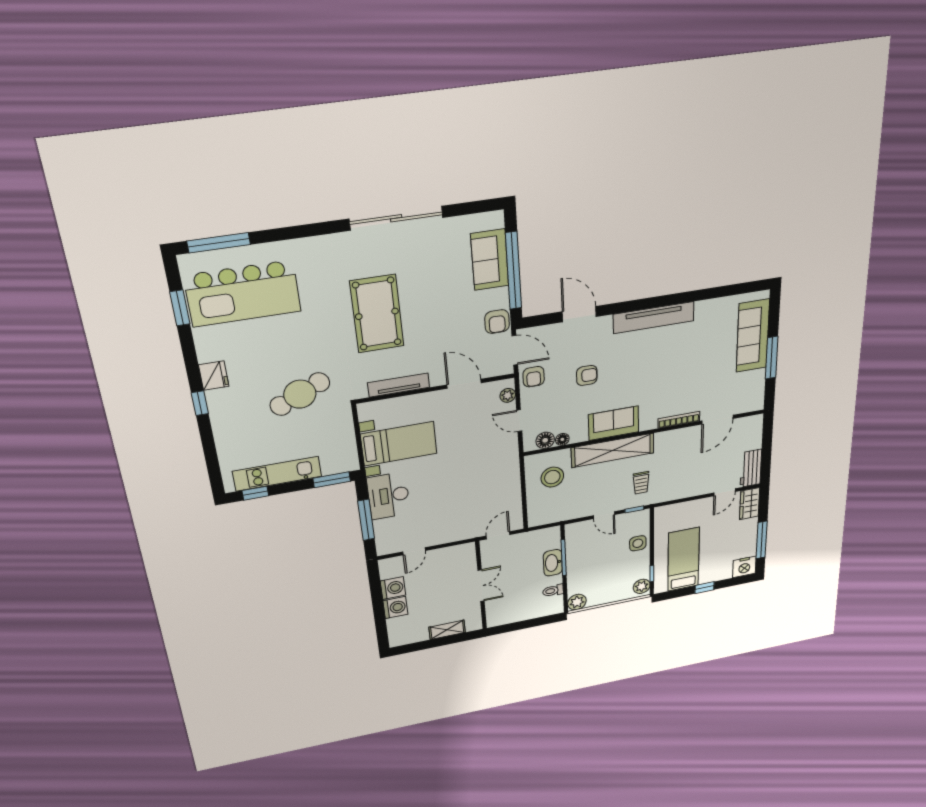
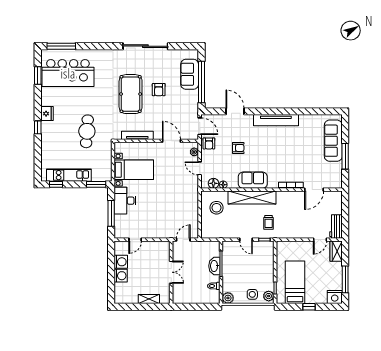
armchair: (497, 322) -> (159, 90), moved
cafe table: (300, 394) -> (87, 131), turned -61
side table: (638, 543) -> (252, 294), moved

